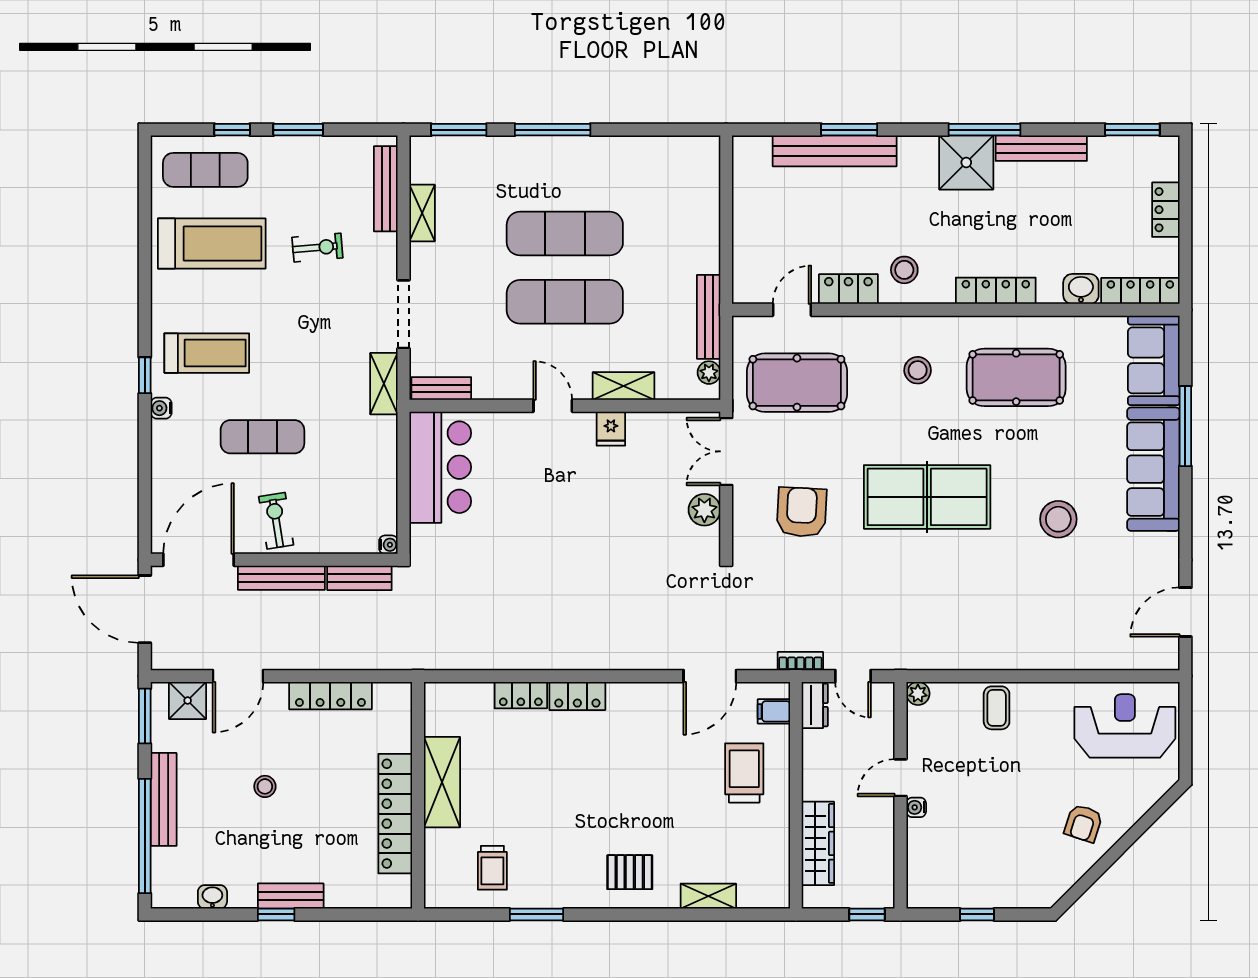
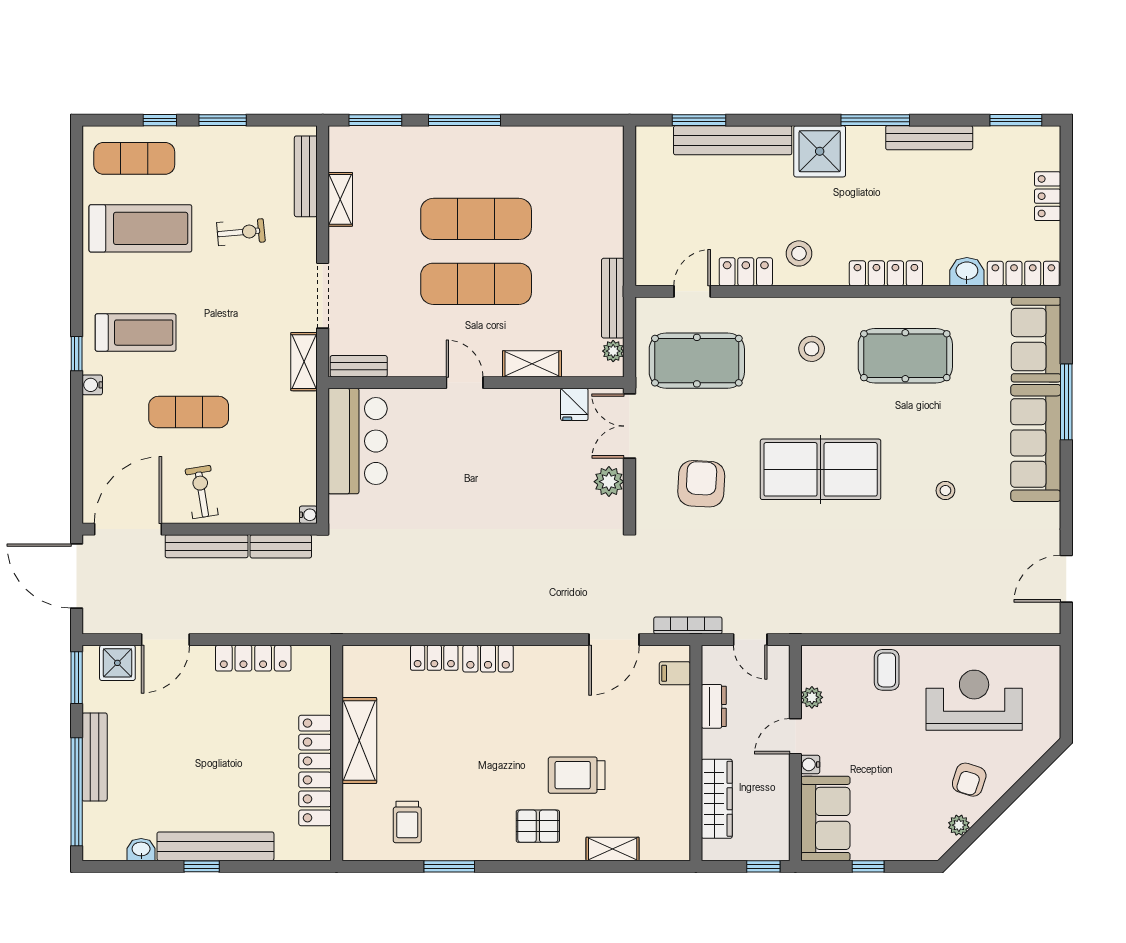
window: (849, 130) -> (699, 120), moved
shower: (966, 162) -> (820, 151), moved
fridge: (611, 429) -> (574, 404), moved
stool: (1058, 519) -> (945, 491), width x0.53, depth x0.53
bookcase: (800, 661) -> (688, 625), width x1.56
plant: (918, 693) -> (812, 697), moved
dresser: (815, 705) -> (714, 706), moved
reception desk: (1125, 726) -> (974, 700), moved
trolley: (744, 773) -> (577, 775), moved, turned -90
stool: (265, 786) -> (191, 745), removed
sofa: (932, 864) -> (825, 818), added
plant: (1072, 871) -> (959, 825), added
bench: (291, 896) -> (215, 846), width x1.86, depth x1.21

